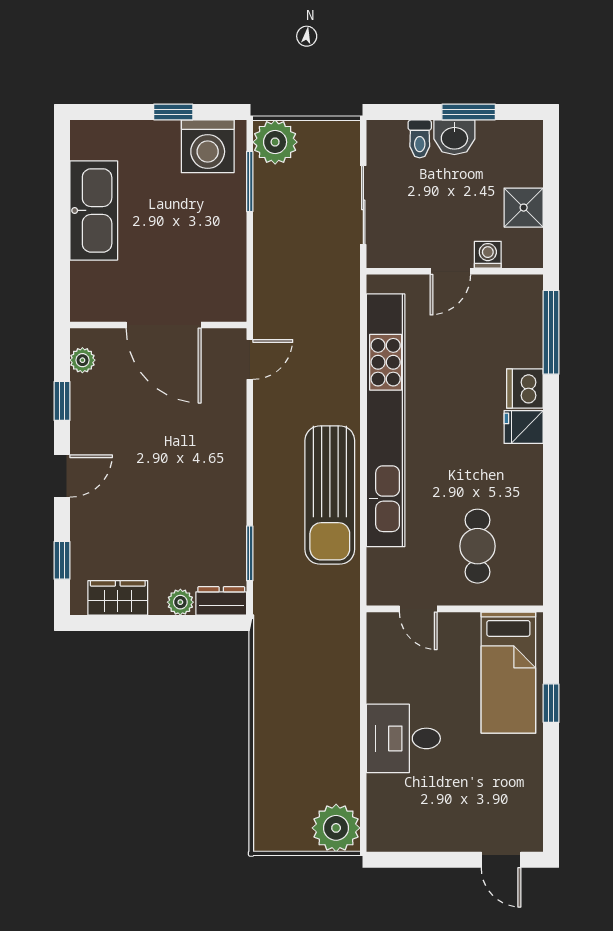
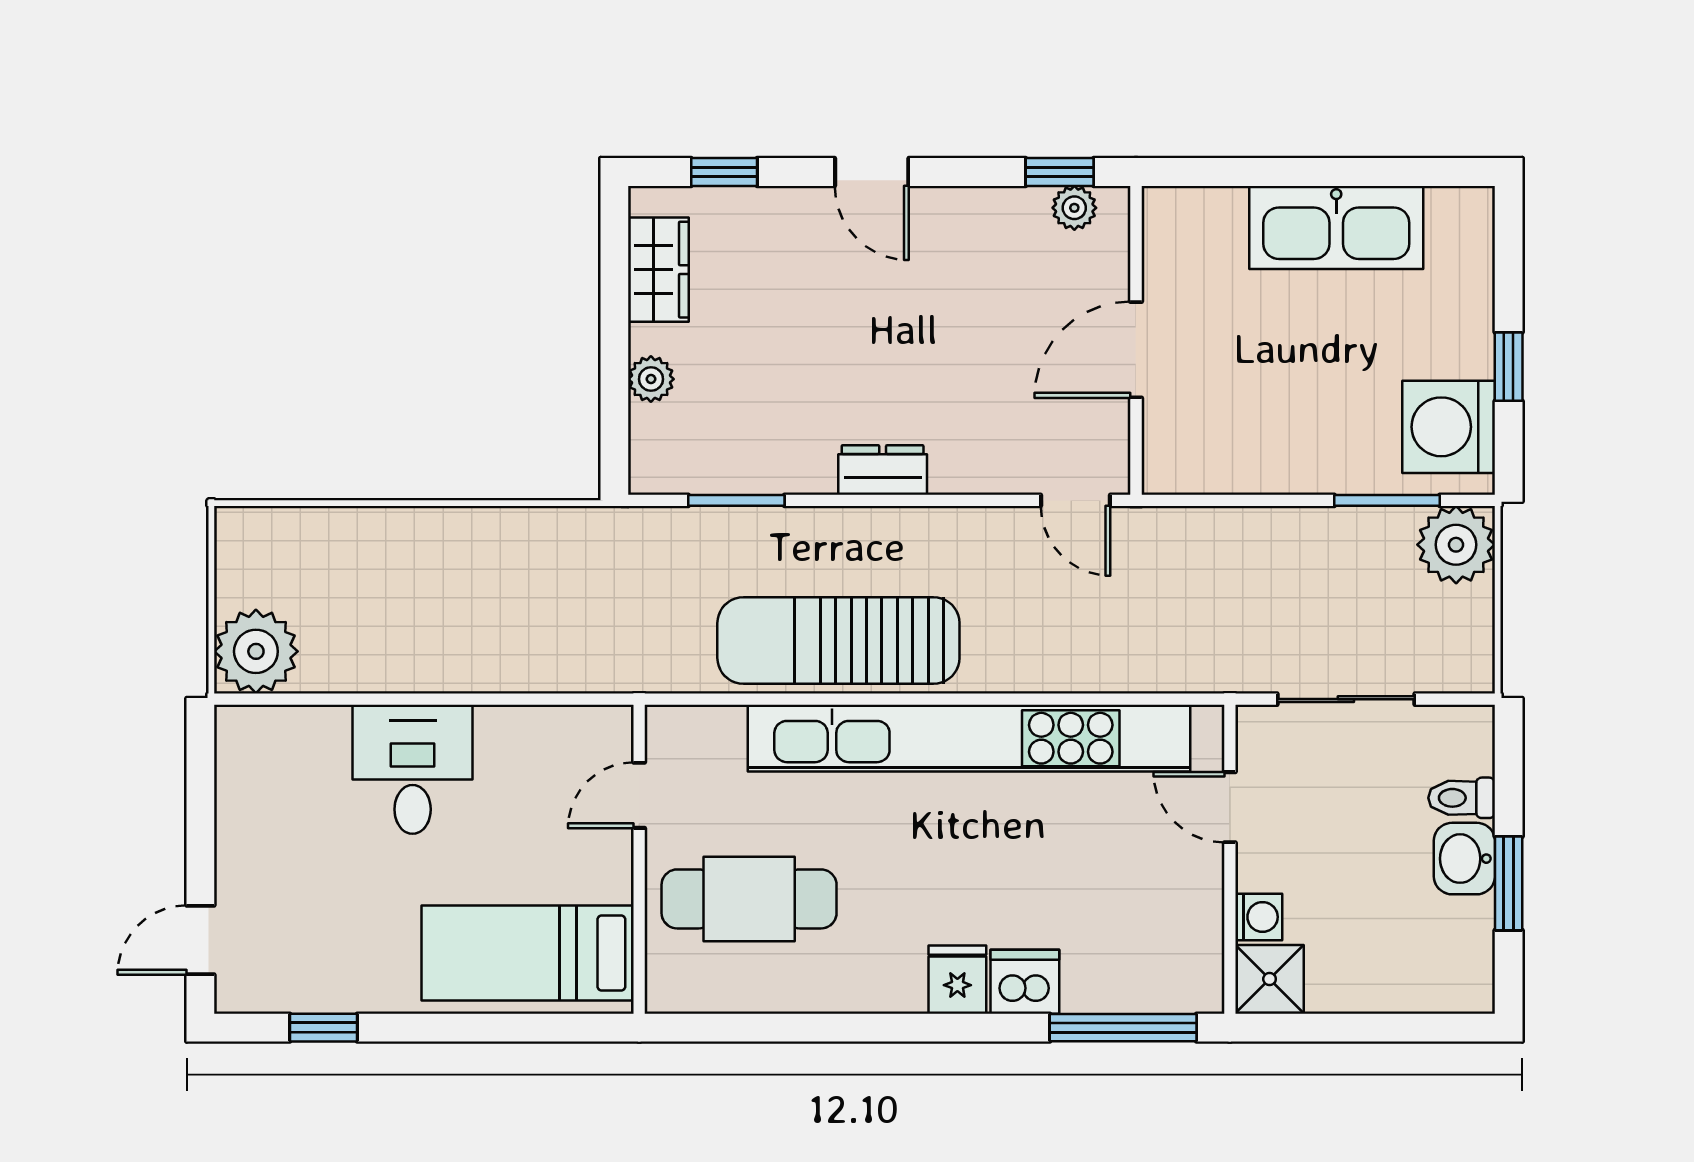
shower: (524, 208) -> (1270, 979), moved
door: (450, 271) -> (1230, 807), moved
door: (164, 325) -> (1136, 350), width x0.73
window: (62, 401) -> (1060, 172), moved
cafe table: (477, 546) -> (749, 899), width x1.37, depth x1.35
dresser: (221, 601) -> (883, 470), moved, turned -90
window: (551, 703) -> (324, 1028), moved

